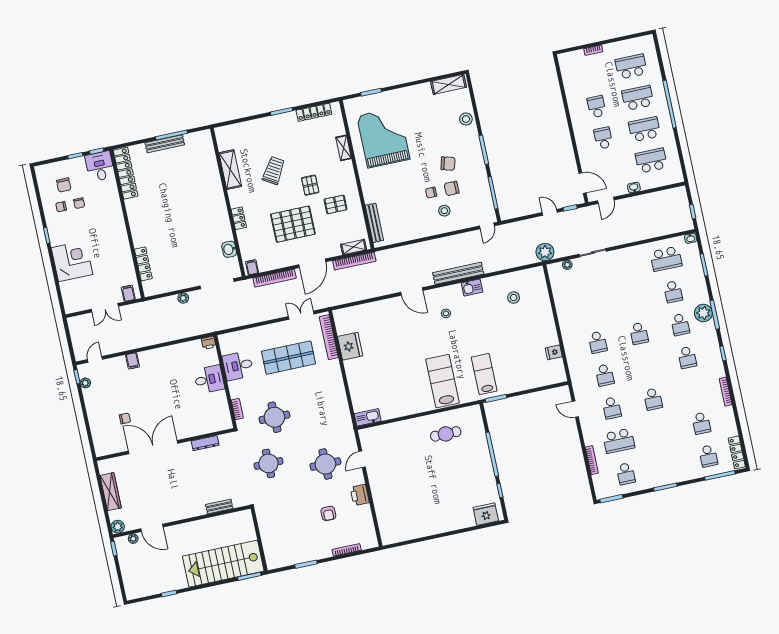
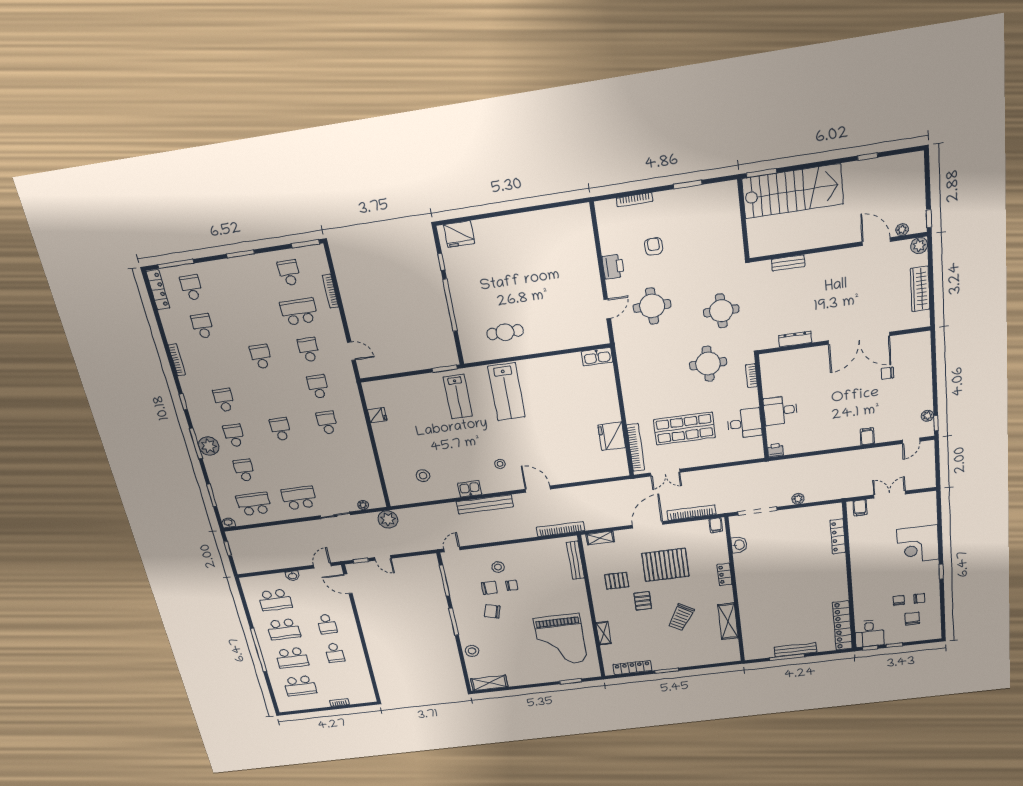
bookcase: (354, 261) -> (560, 529), moved
school desk: (625, 268) -> (299, 498), added

